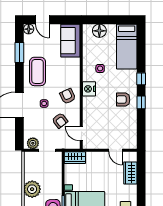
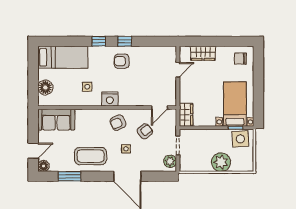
armchair: (123, 100) -> (122, 61), turned 90

